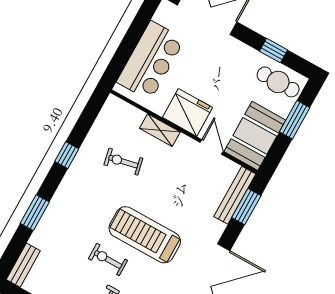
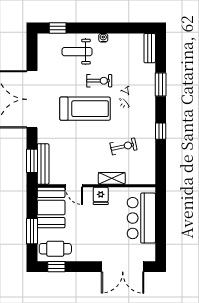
window: (274, 51) -> (56, 267), moved
fridge: (188, 112) -> (101, 196), width x0.53, depth x0.75

